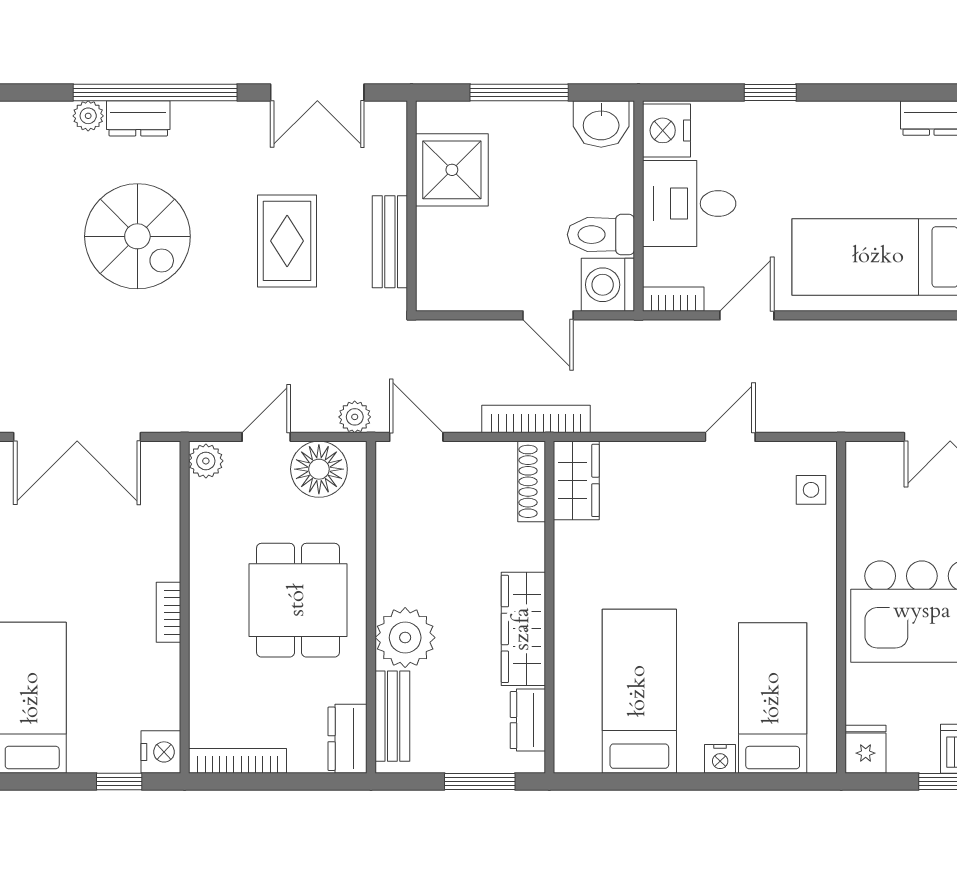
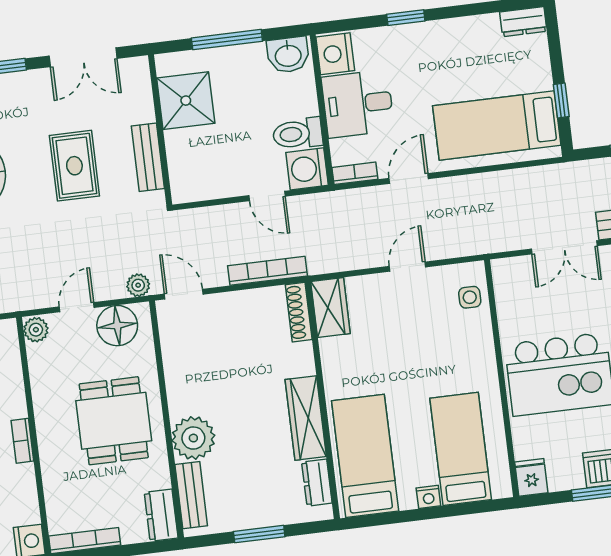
wardrobe: (576, 480) -> (330, 308), moved
shoe rack: (532, 481) -> (299, 312), moved
wall: (549, 607) -> (322, 400), moved
wardrobe: (523, 629) -> (306, 418), moved
dresser: (528, 720) -> (317, 483), moved

